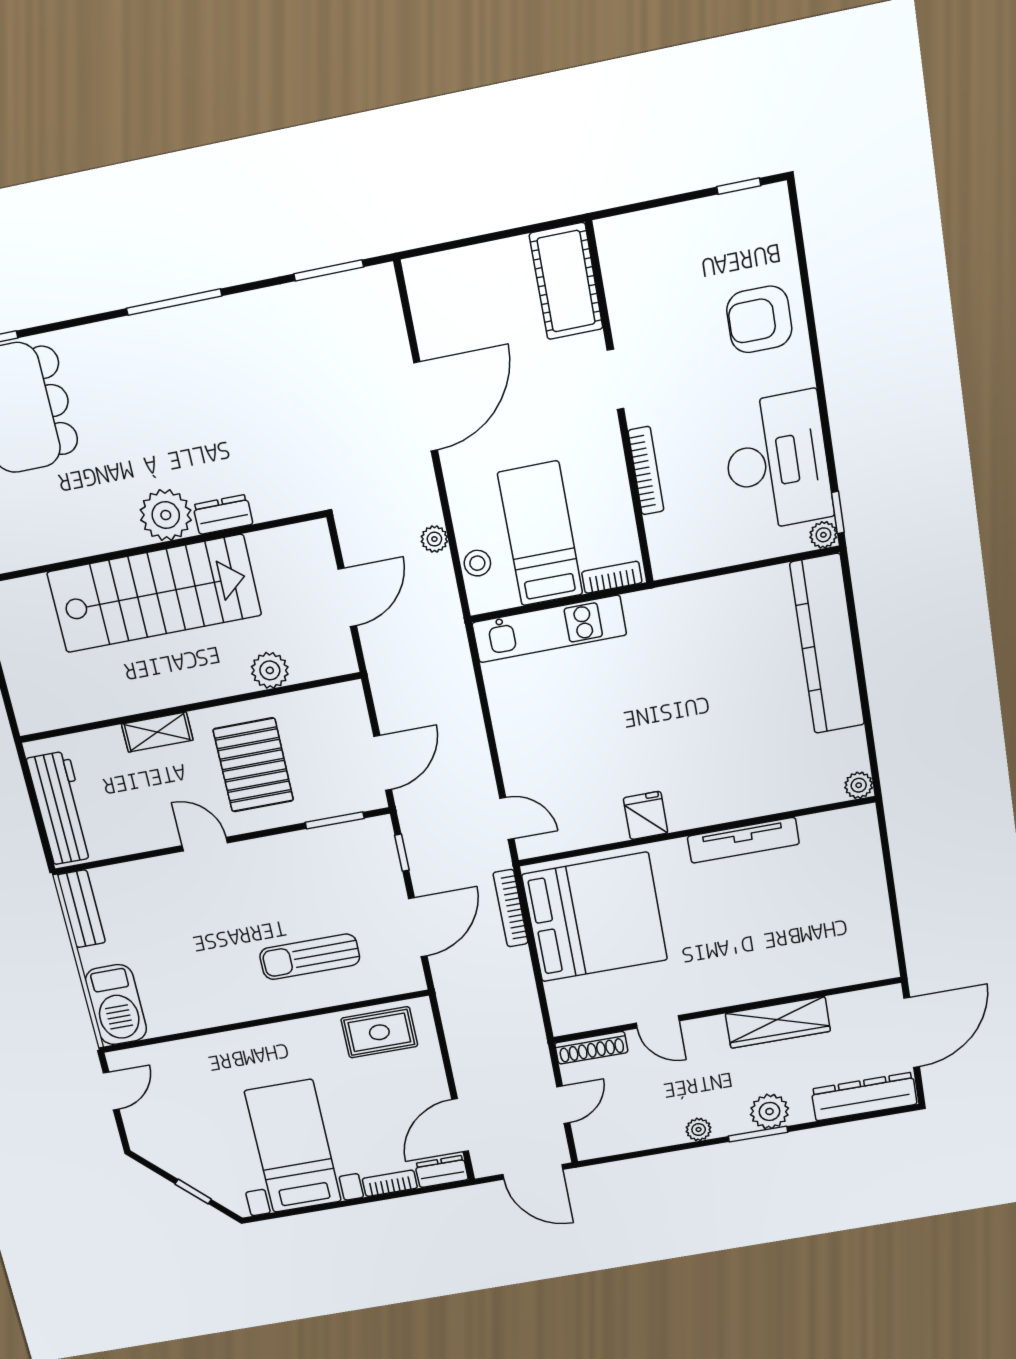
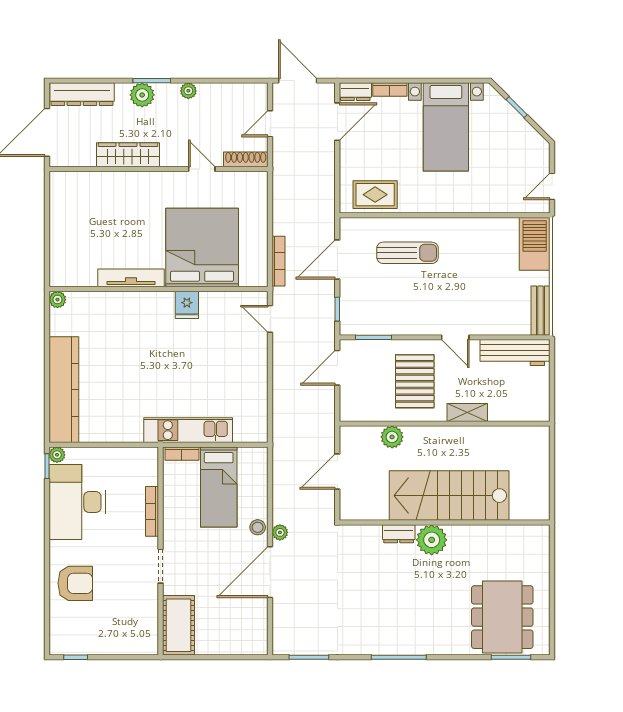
plant: (434, 539) -> (280, 532), moved
stool: (477, 563) -> (258, 527), moved
kitchen unit: (549, 629) -> (188, 430), moved
workbench: (61, 808) -> (515, 353), moved, turned -90
bed: (595, 917) -> (202, 247), moved, turned 90

